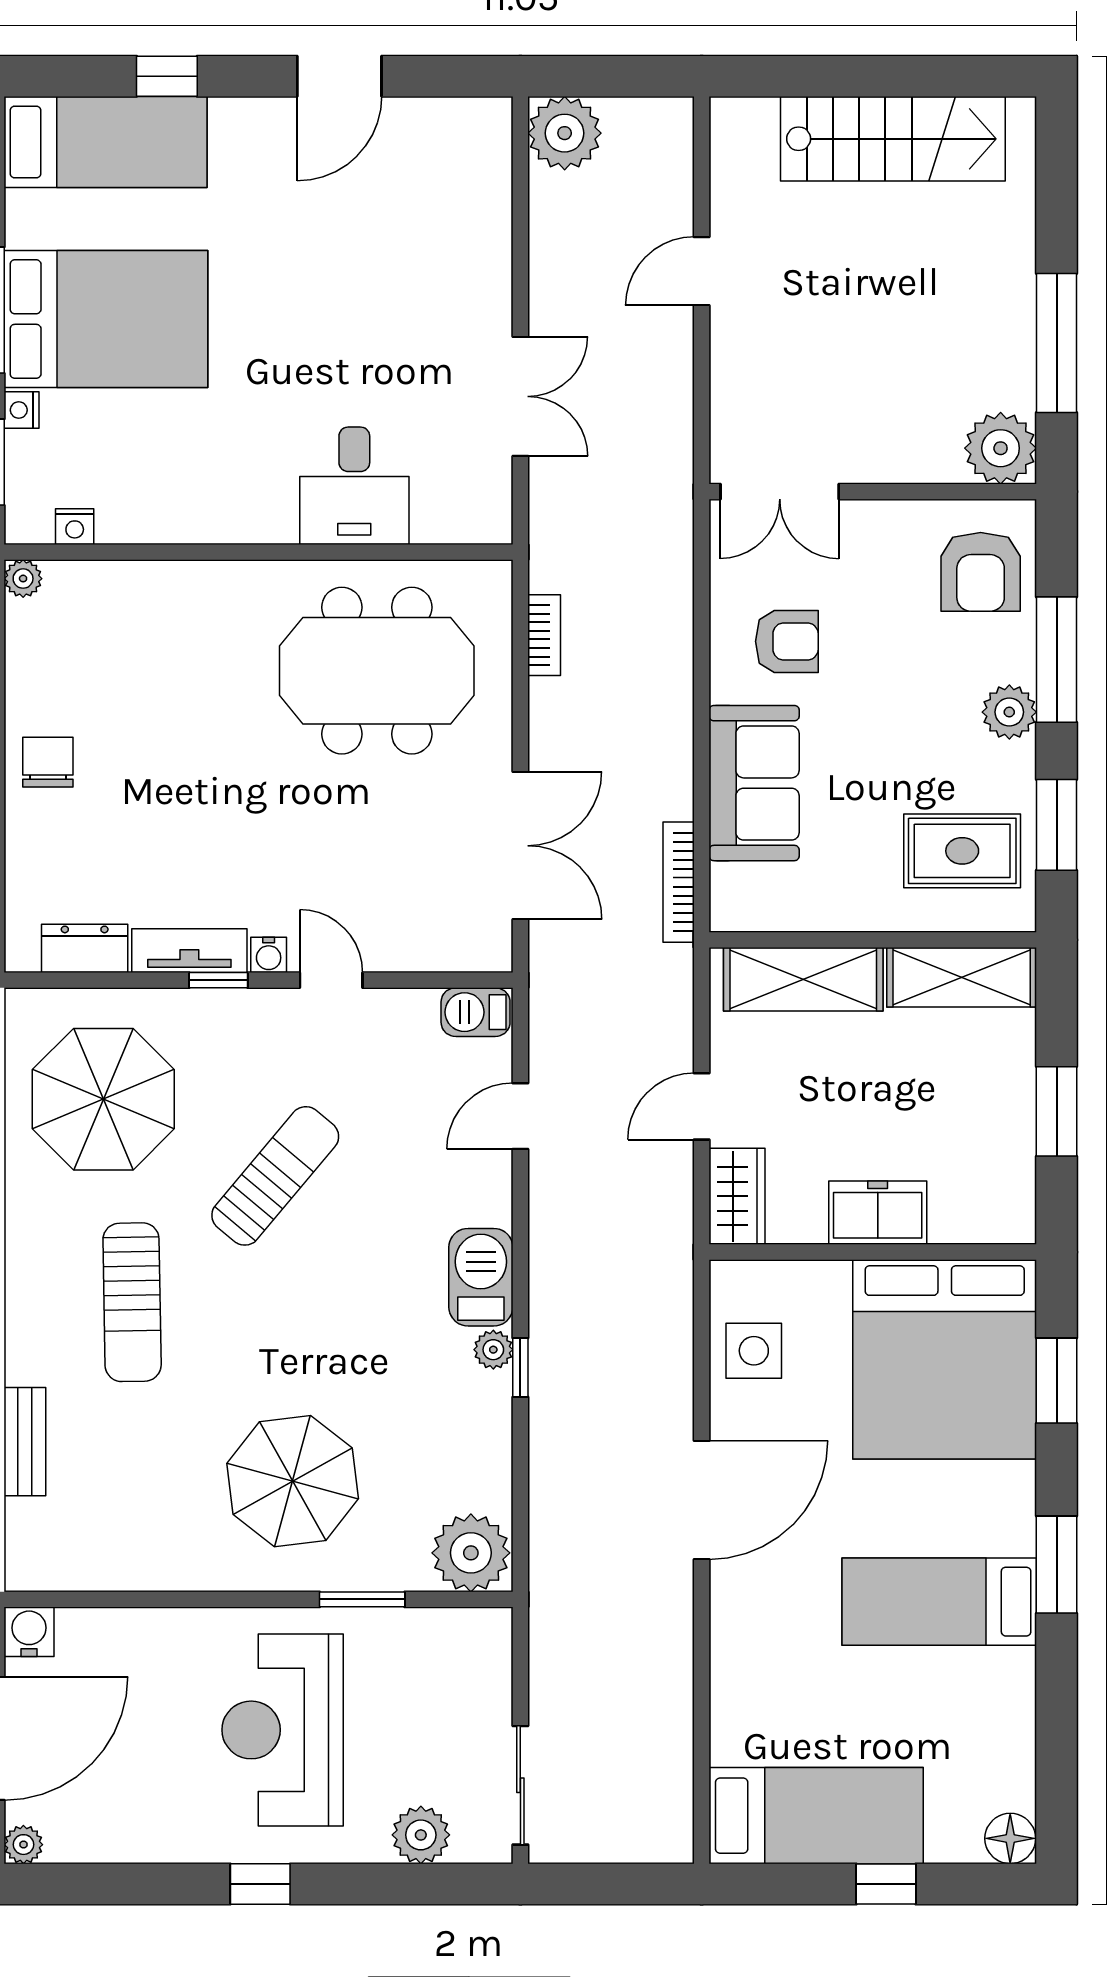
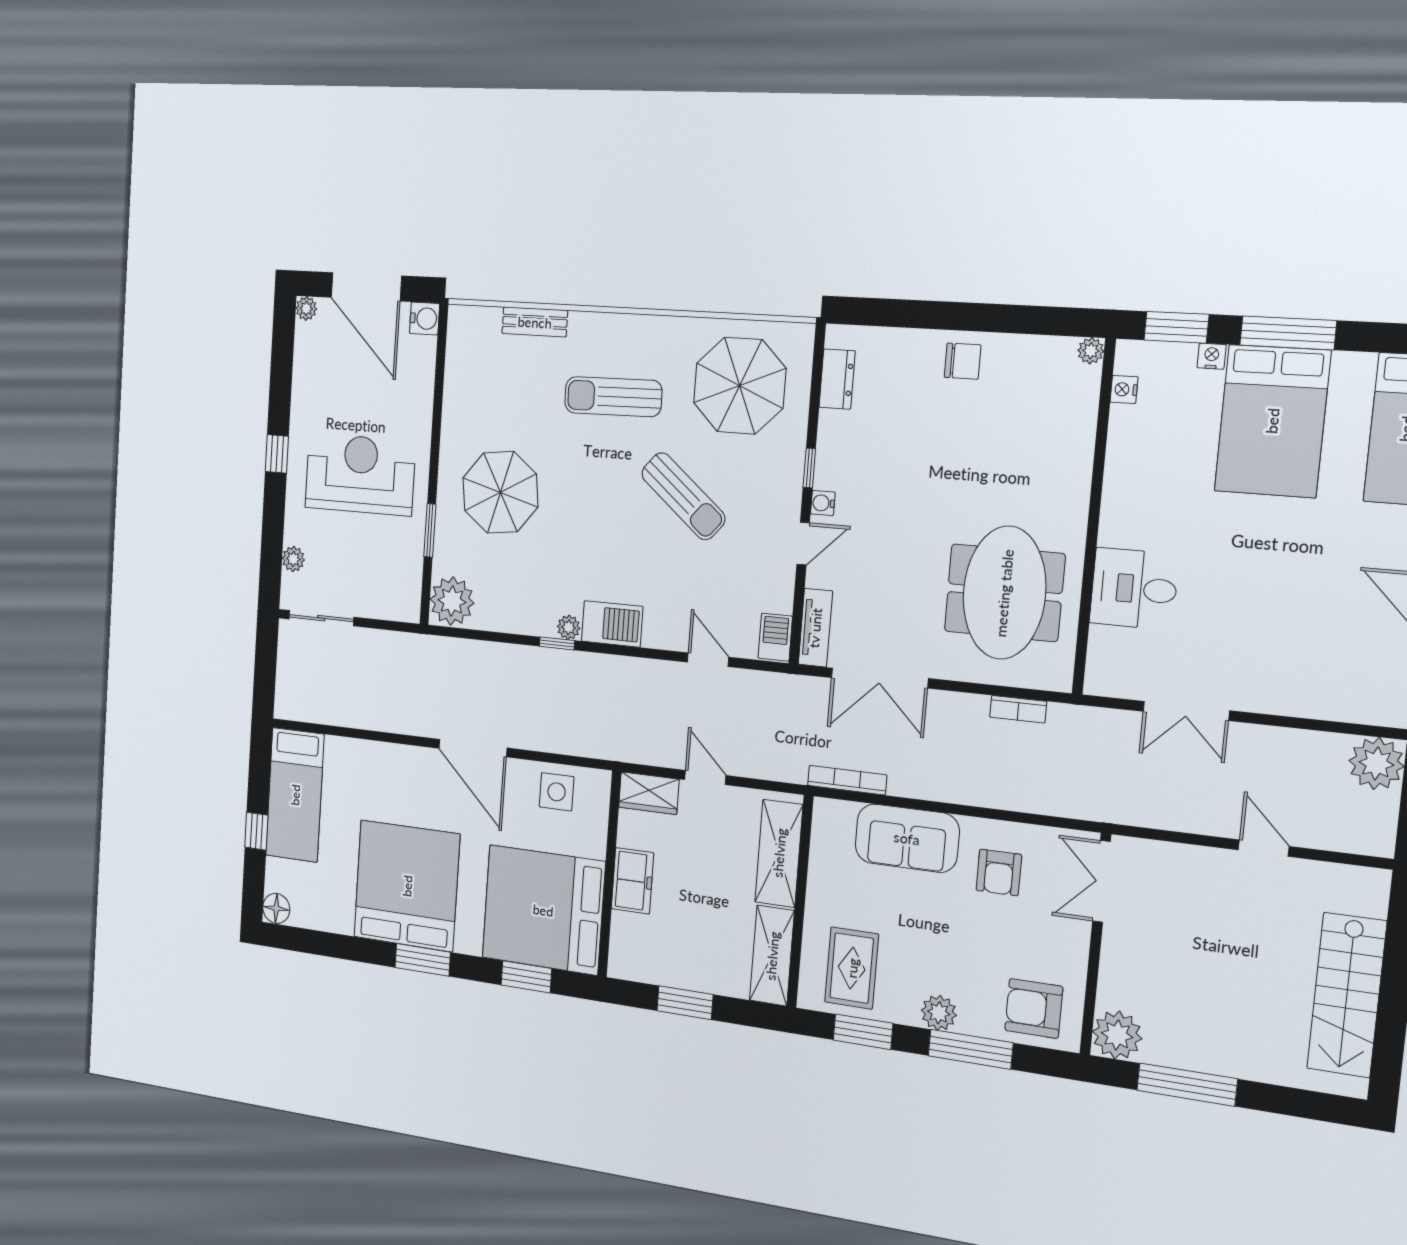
tv unit: (189, 951) -> (815, 628), moved
bed: (939, 1602) -> (407, 886), width x2.04
plant: (421, 1835) -> (293, 559), width x0.73, depth x0.73

